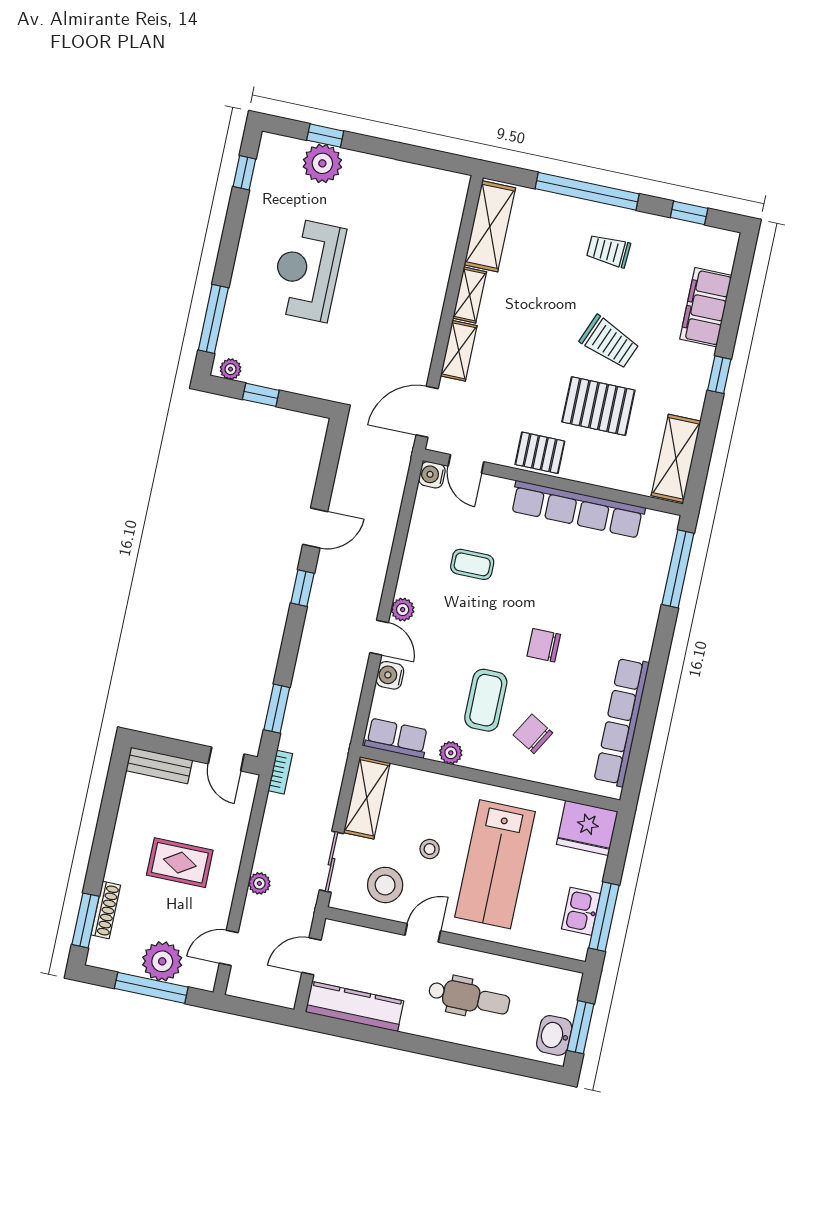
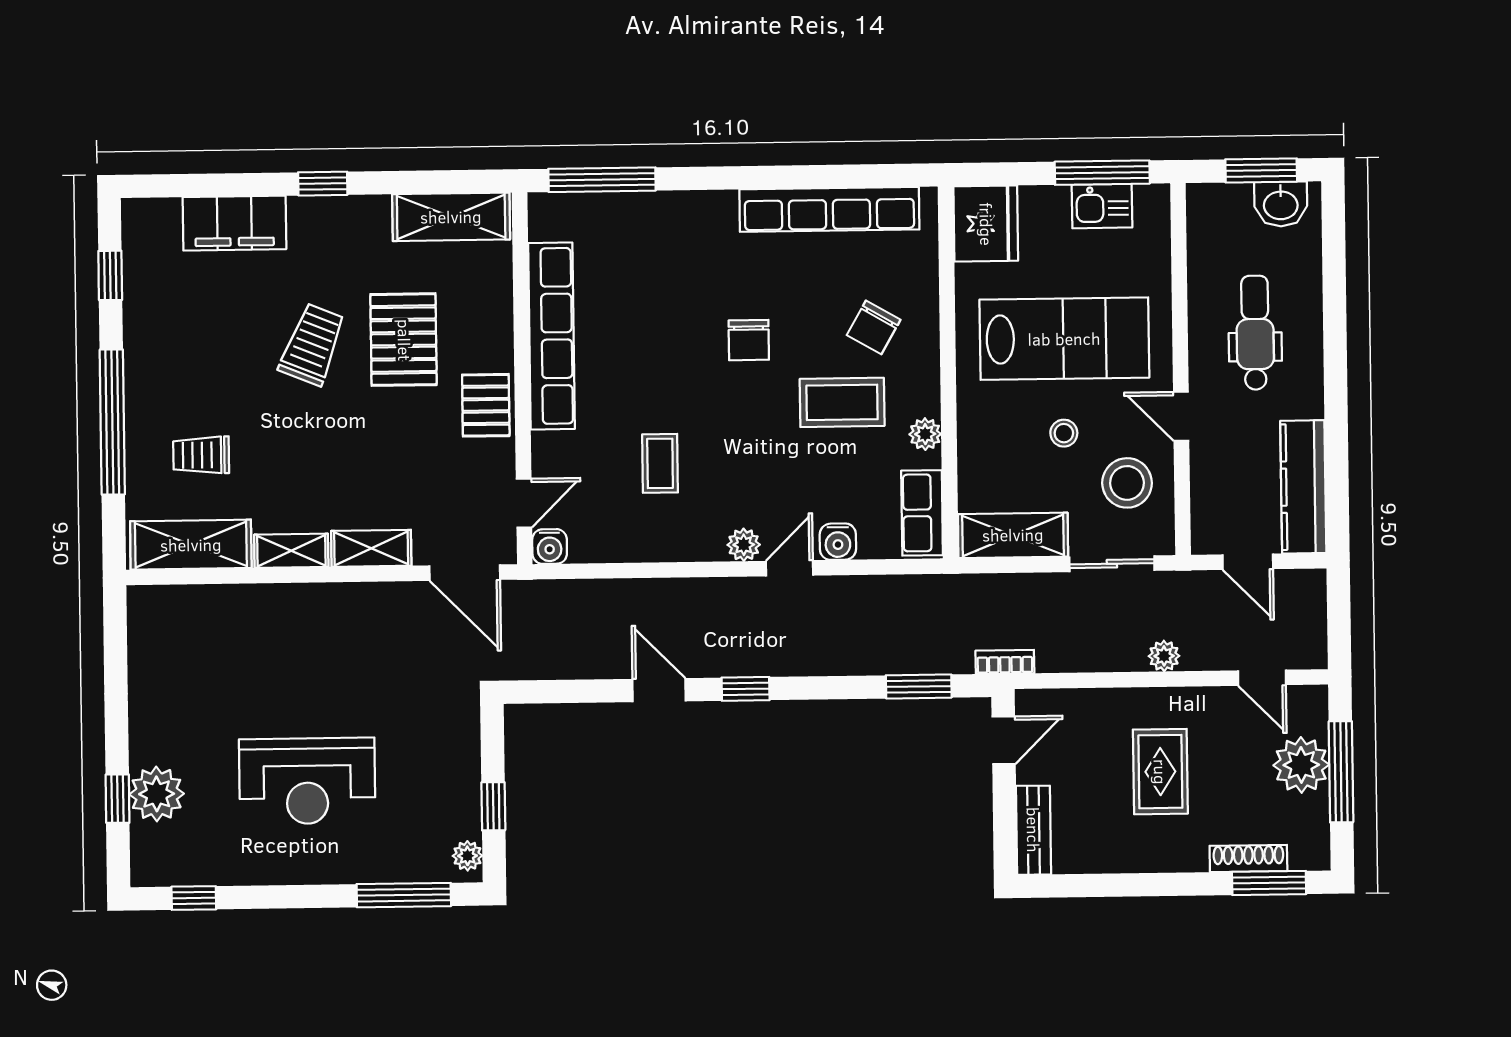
trolley: (608, 251) -> (201, 455), moved, turned 87

